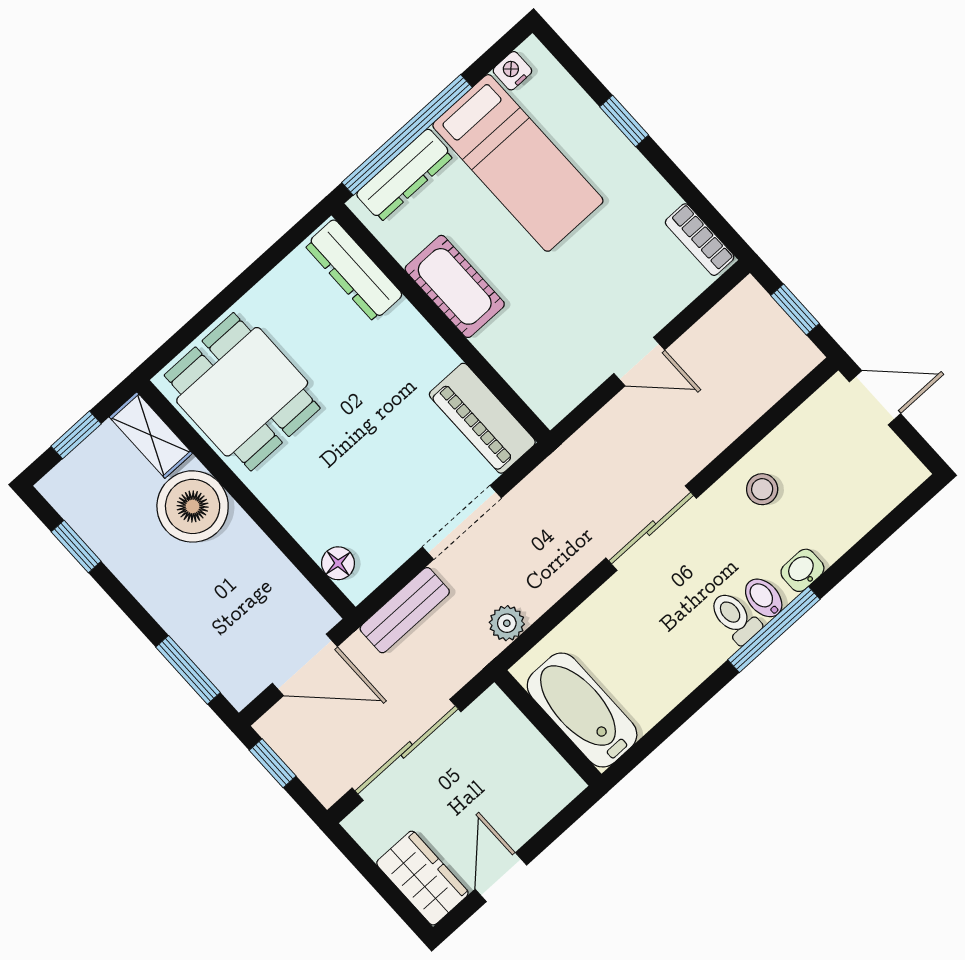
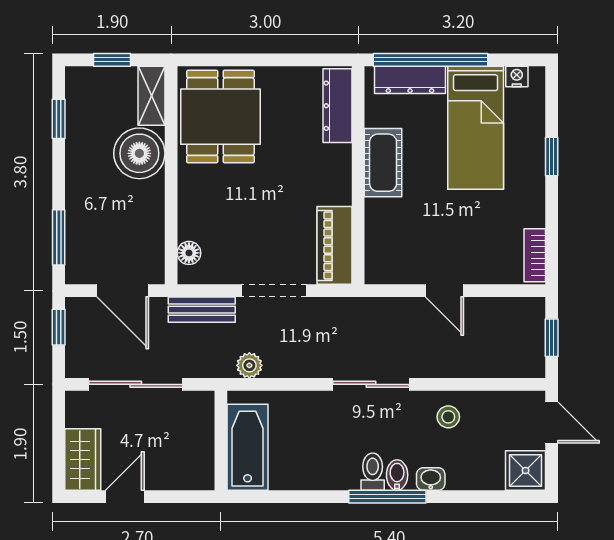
shower: (893, 472) -> (526, 470), added

